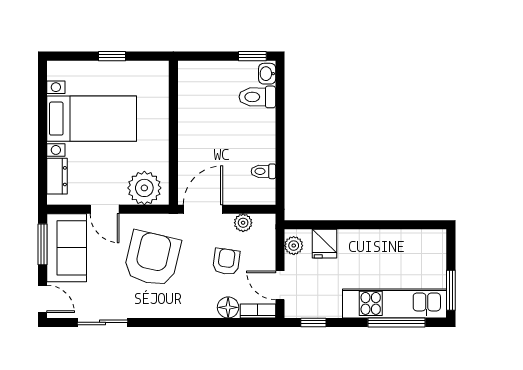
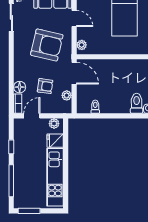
plant: (144, 188) -> (82, 45), width x0.53, depth x0.53
door: (105, 209) -> (74, 18), swing flipped
kitchen unit: (395, 303) -> (55, 177), moved, turned 180
window: (313, 322) -> (11, 147), moved

